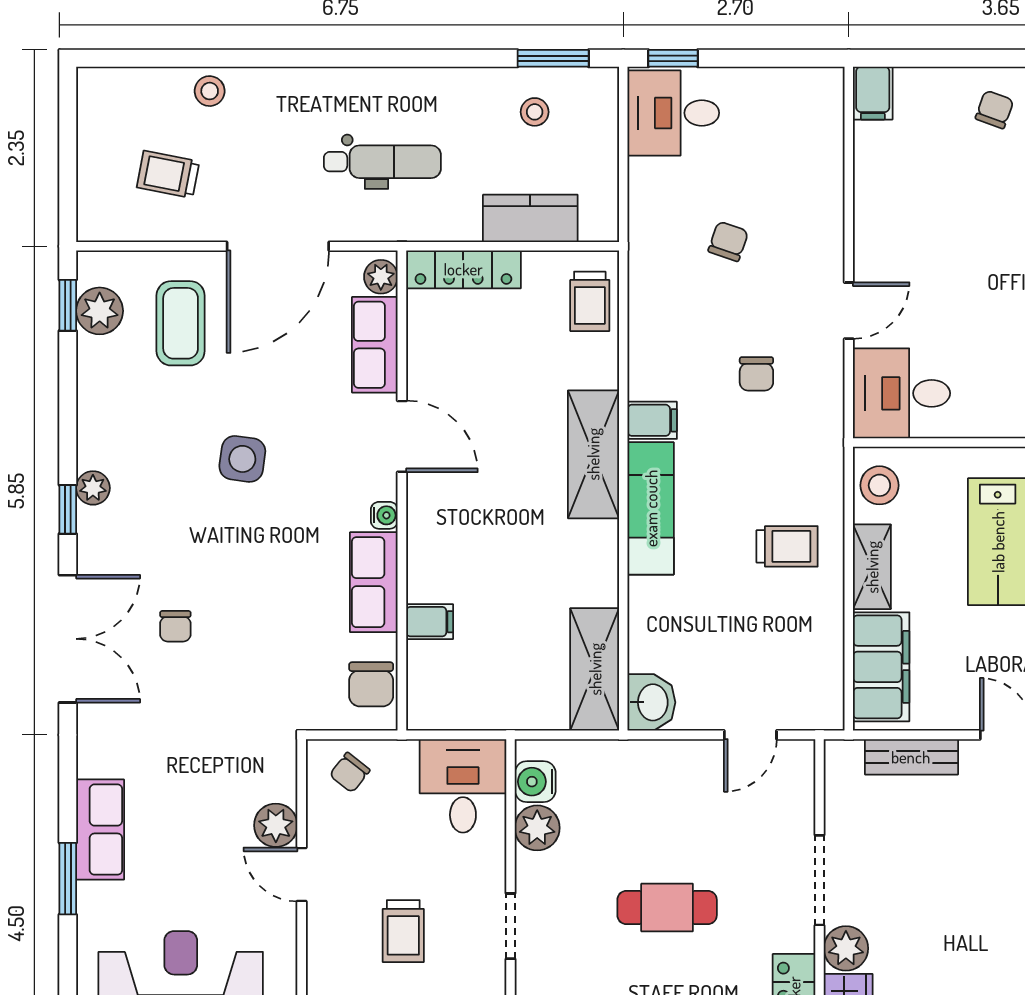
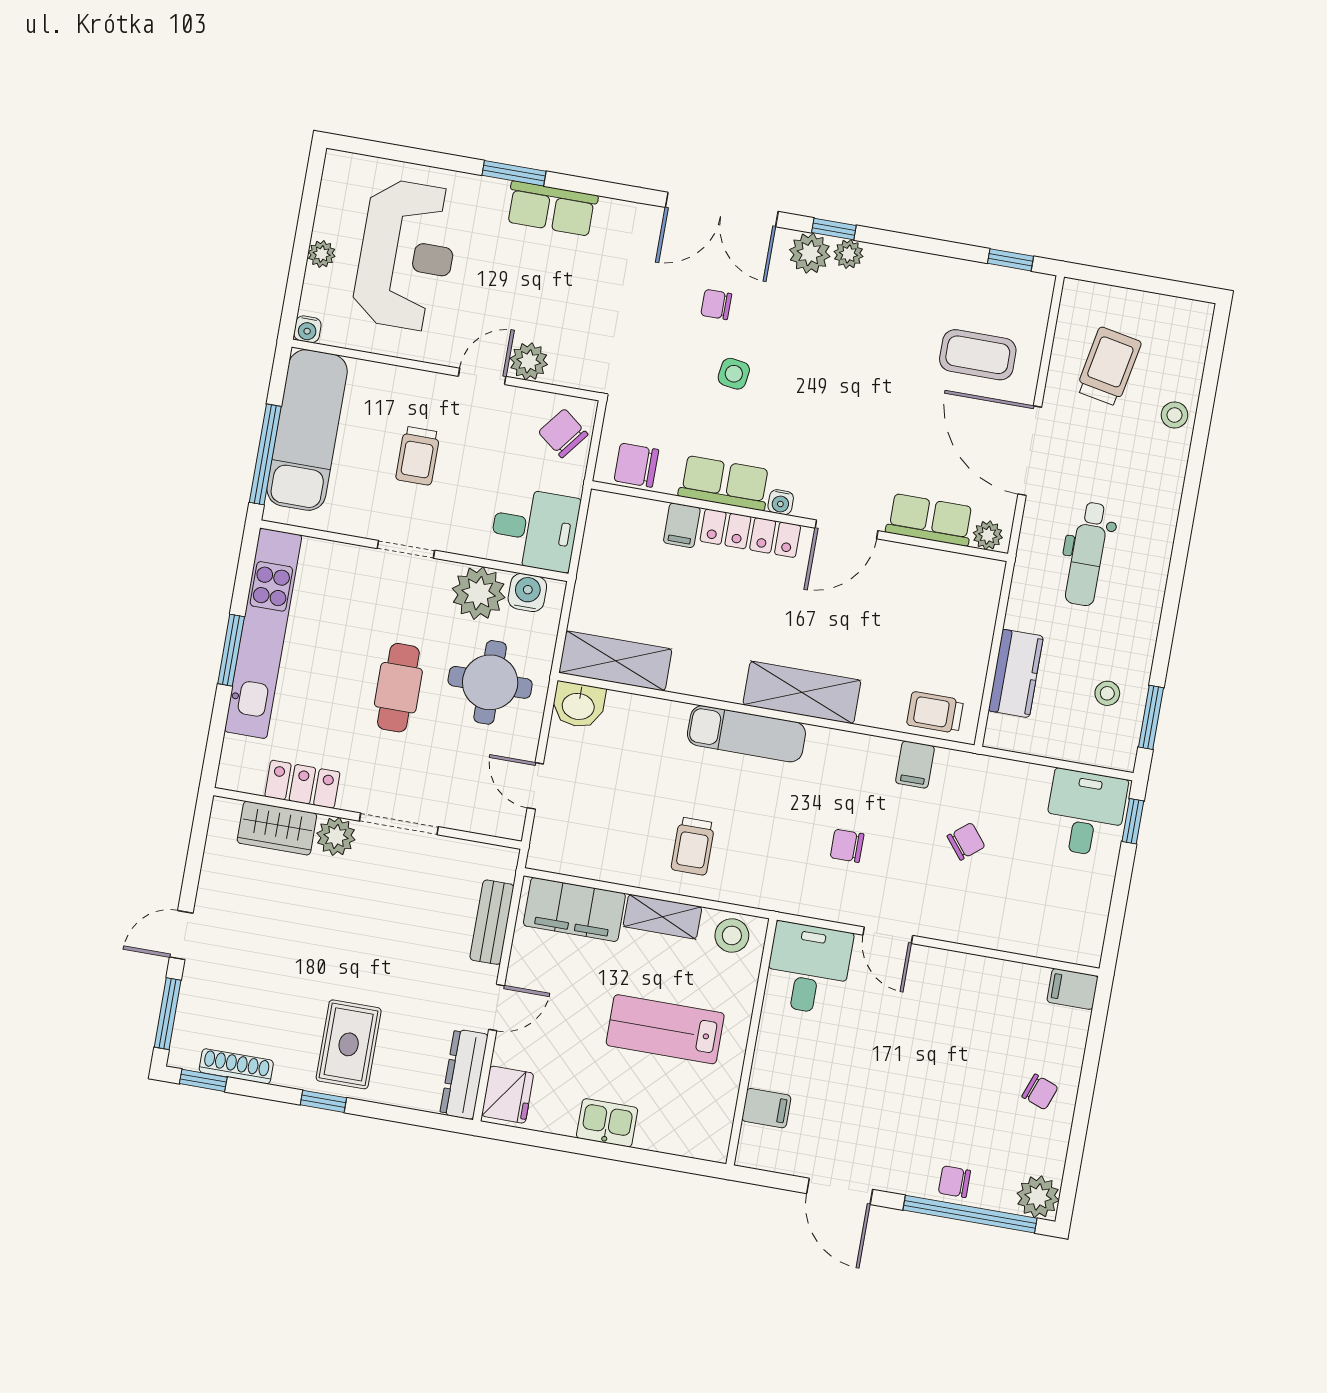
trolley: (168, 174) -> (1109, 366), width x1.36, depth x1.39
chair: (728, 241) -> (966, 841), turned -58
locker: (463, 269) -> (750, 533), moved, turned -90
plant: (100, 311) -> (810, 253), moved
filing cabinet: (652, 420) -> (915, 765), moved
side table: (242, 459) -> (734, 374), moved, width x0.73, depth x0.73
chair: (350, 773) -> (563, 433), width x1.37, depth x1.37
round table: (643, 806) -> (490, 682), added
plant: (537, 828) -> (479, 593), width x1.36, depth x1.36
trolley: (403, 931) -> (418, 456), turned -90

